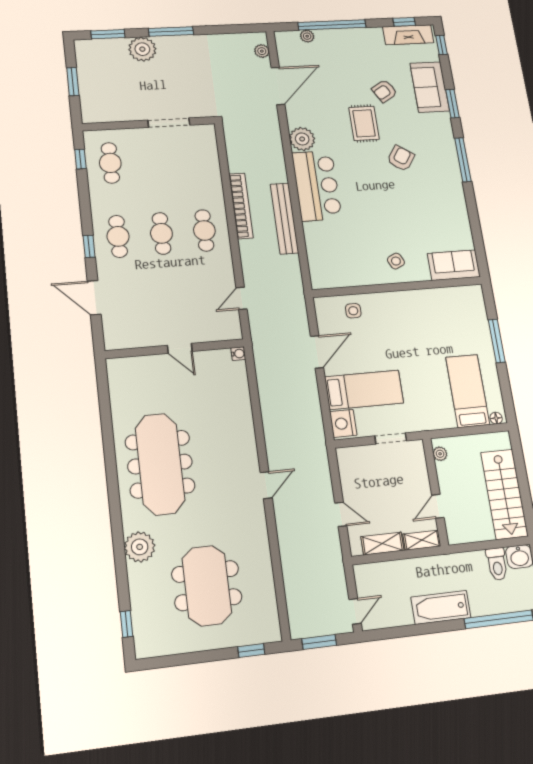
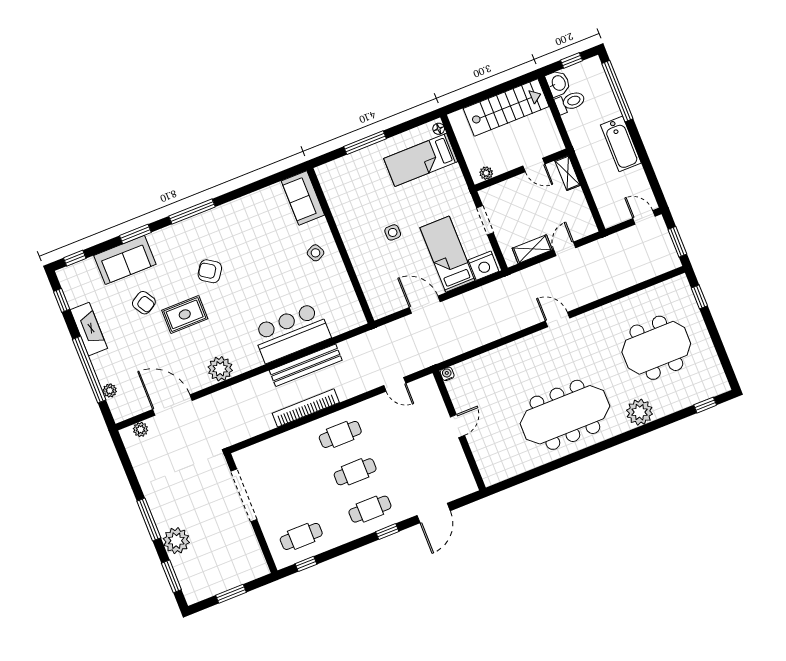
fireplace: (408, 35) -> (89, 329), moved
doorway: (169, 123) -> (244, 495), width x1.36
bar counter: (317, 186) -> (291, 333), moved
side table: (353, 311) -> (393, 232), moved
shelving: (382, 544) -> (532, 249), moved, turned 90

